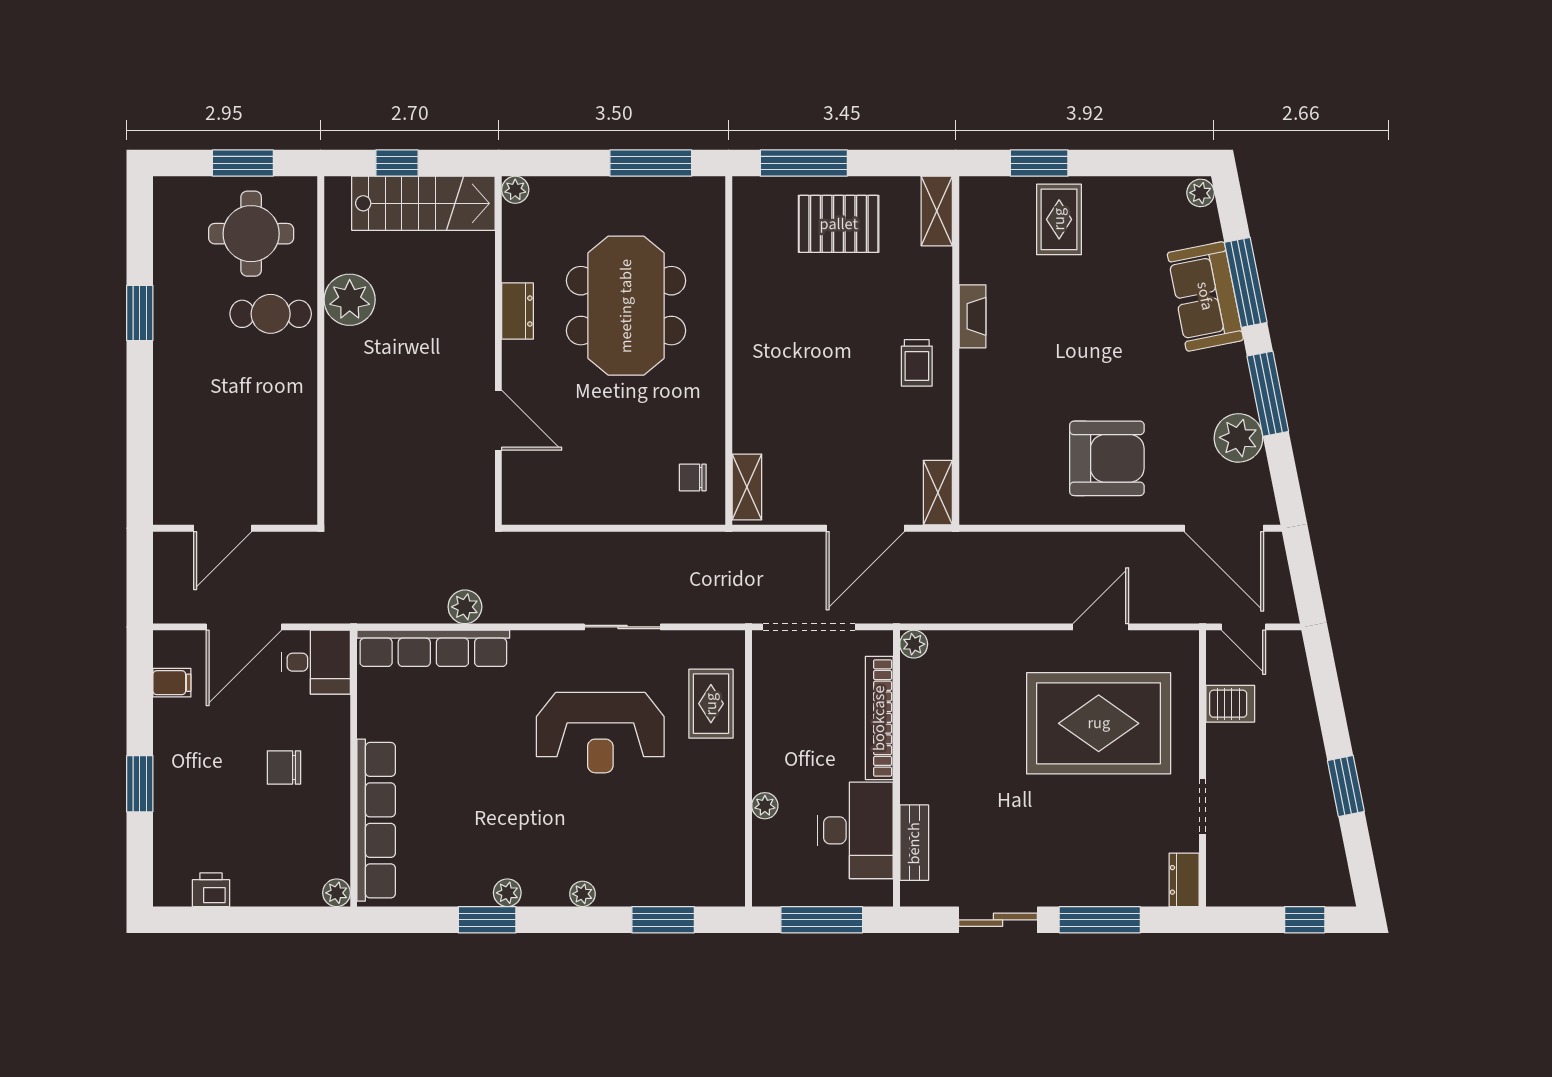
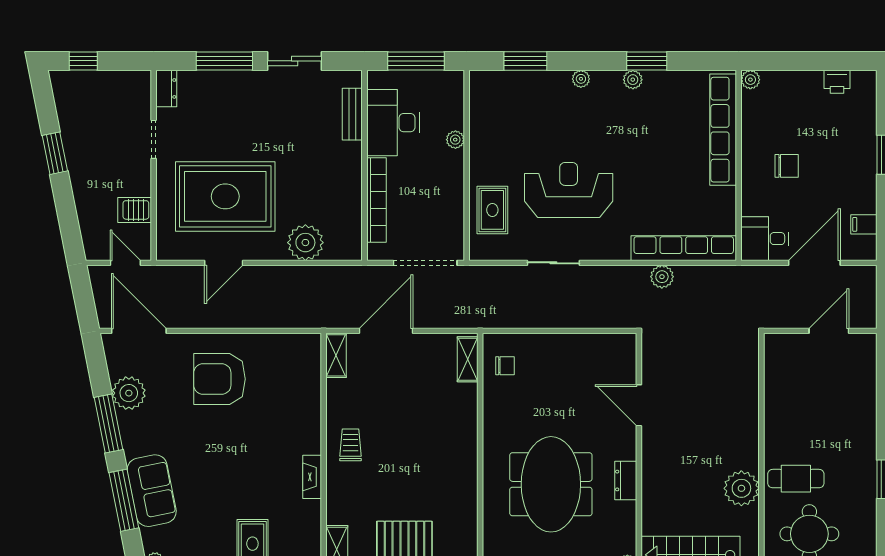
plant: (914, 644) -> (305, 243), moved, width x1.88, depth x1.88

